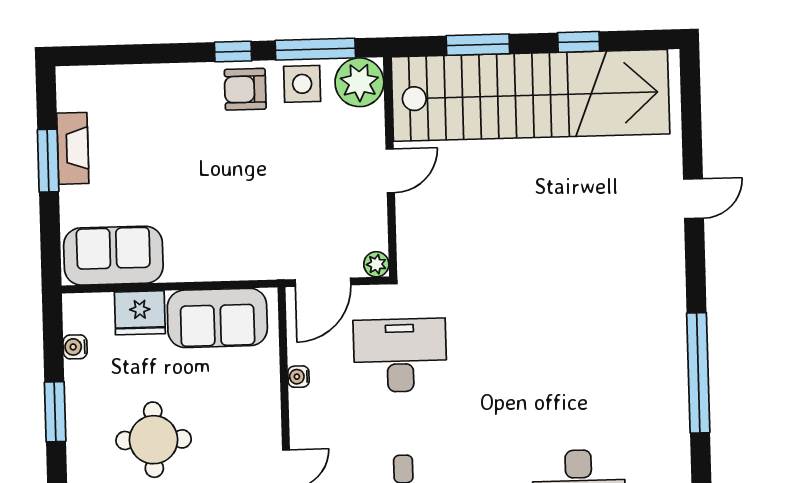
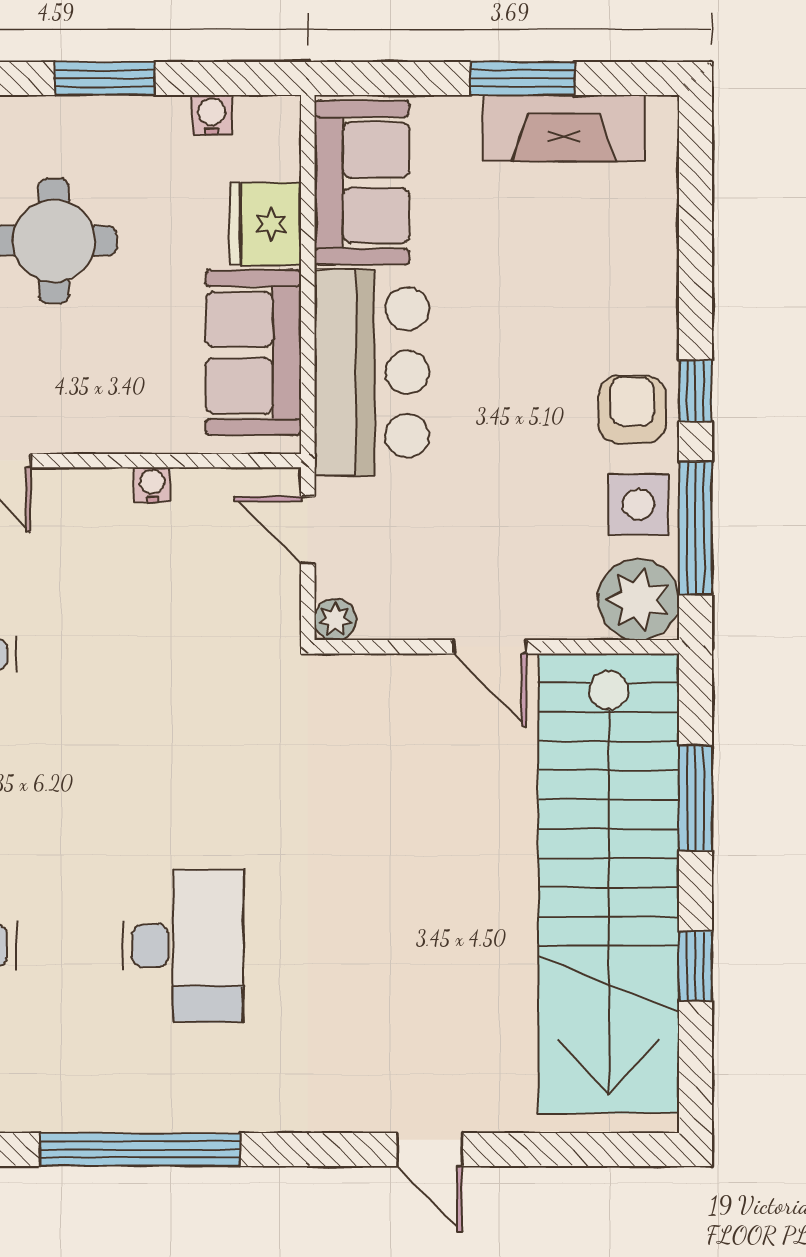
fireplace: (73, 148) -> (564, 128), width x1.37, depth x1.32
bar counter: (227, 246) -> (372, 372), added
door: (323, 282) -> (308, 530), width x0.73
desk: (400, 355) -> (183, 946), moved

